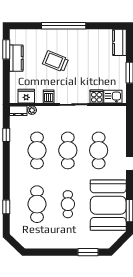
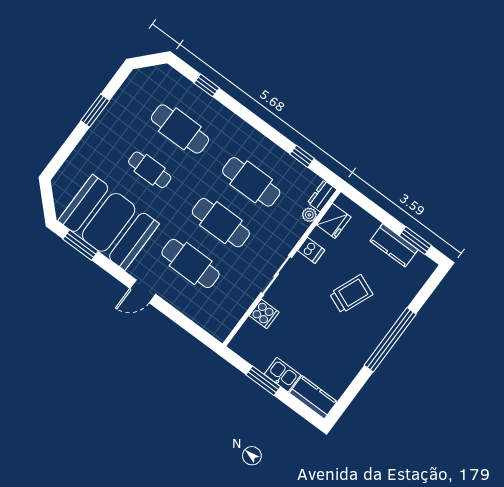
kitchen sink: (113, 97) -> (282, 375), moved, turned -90
window: (88, 252) -> (95, 111), moved

